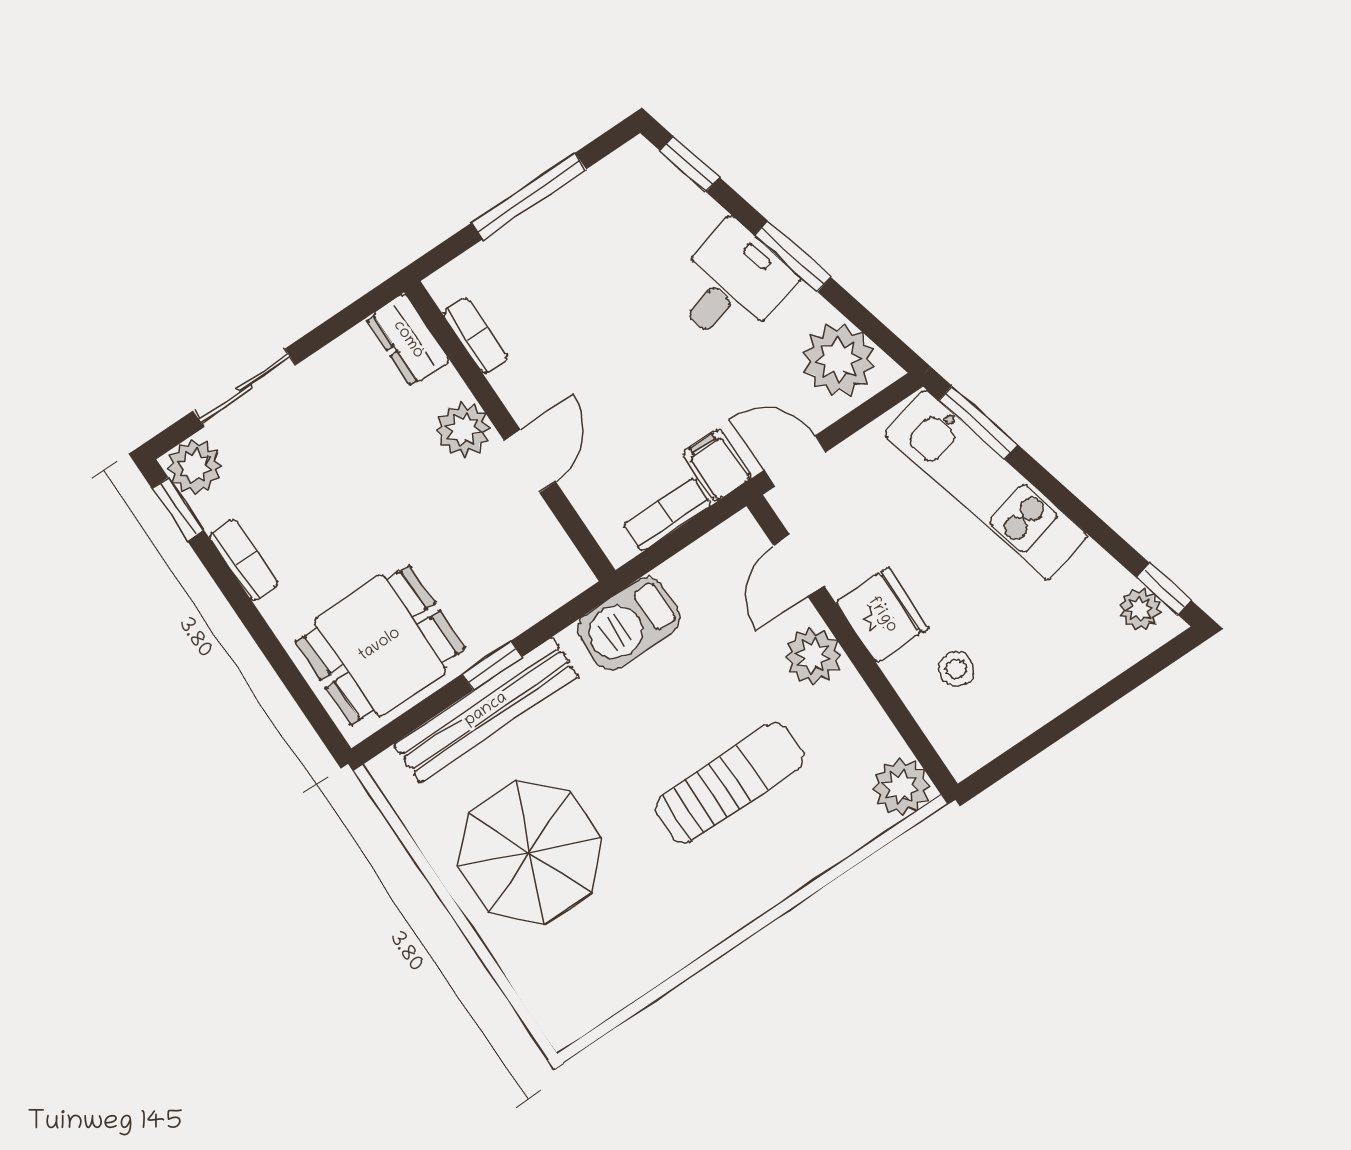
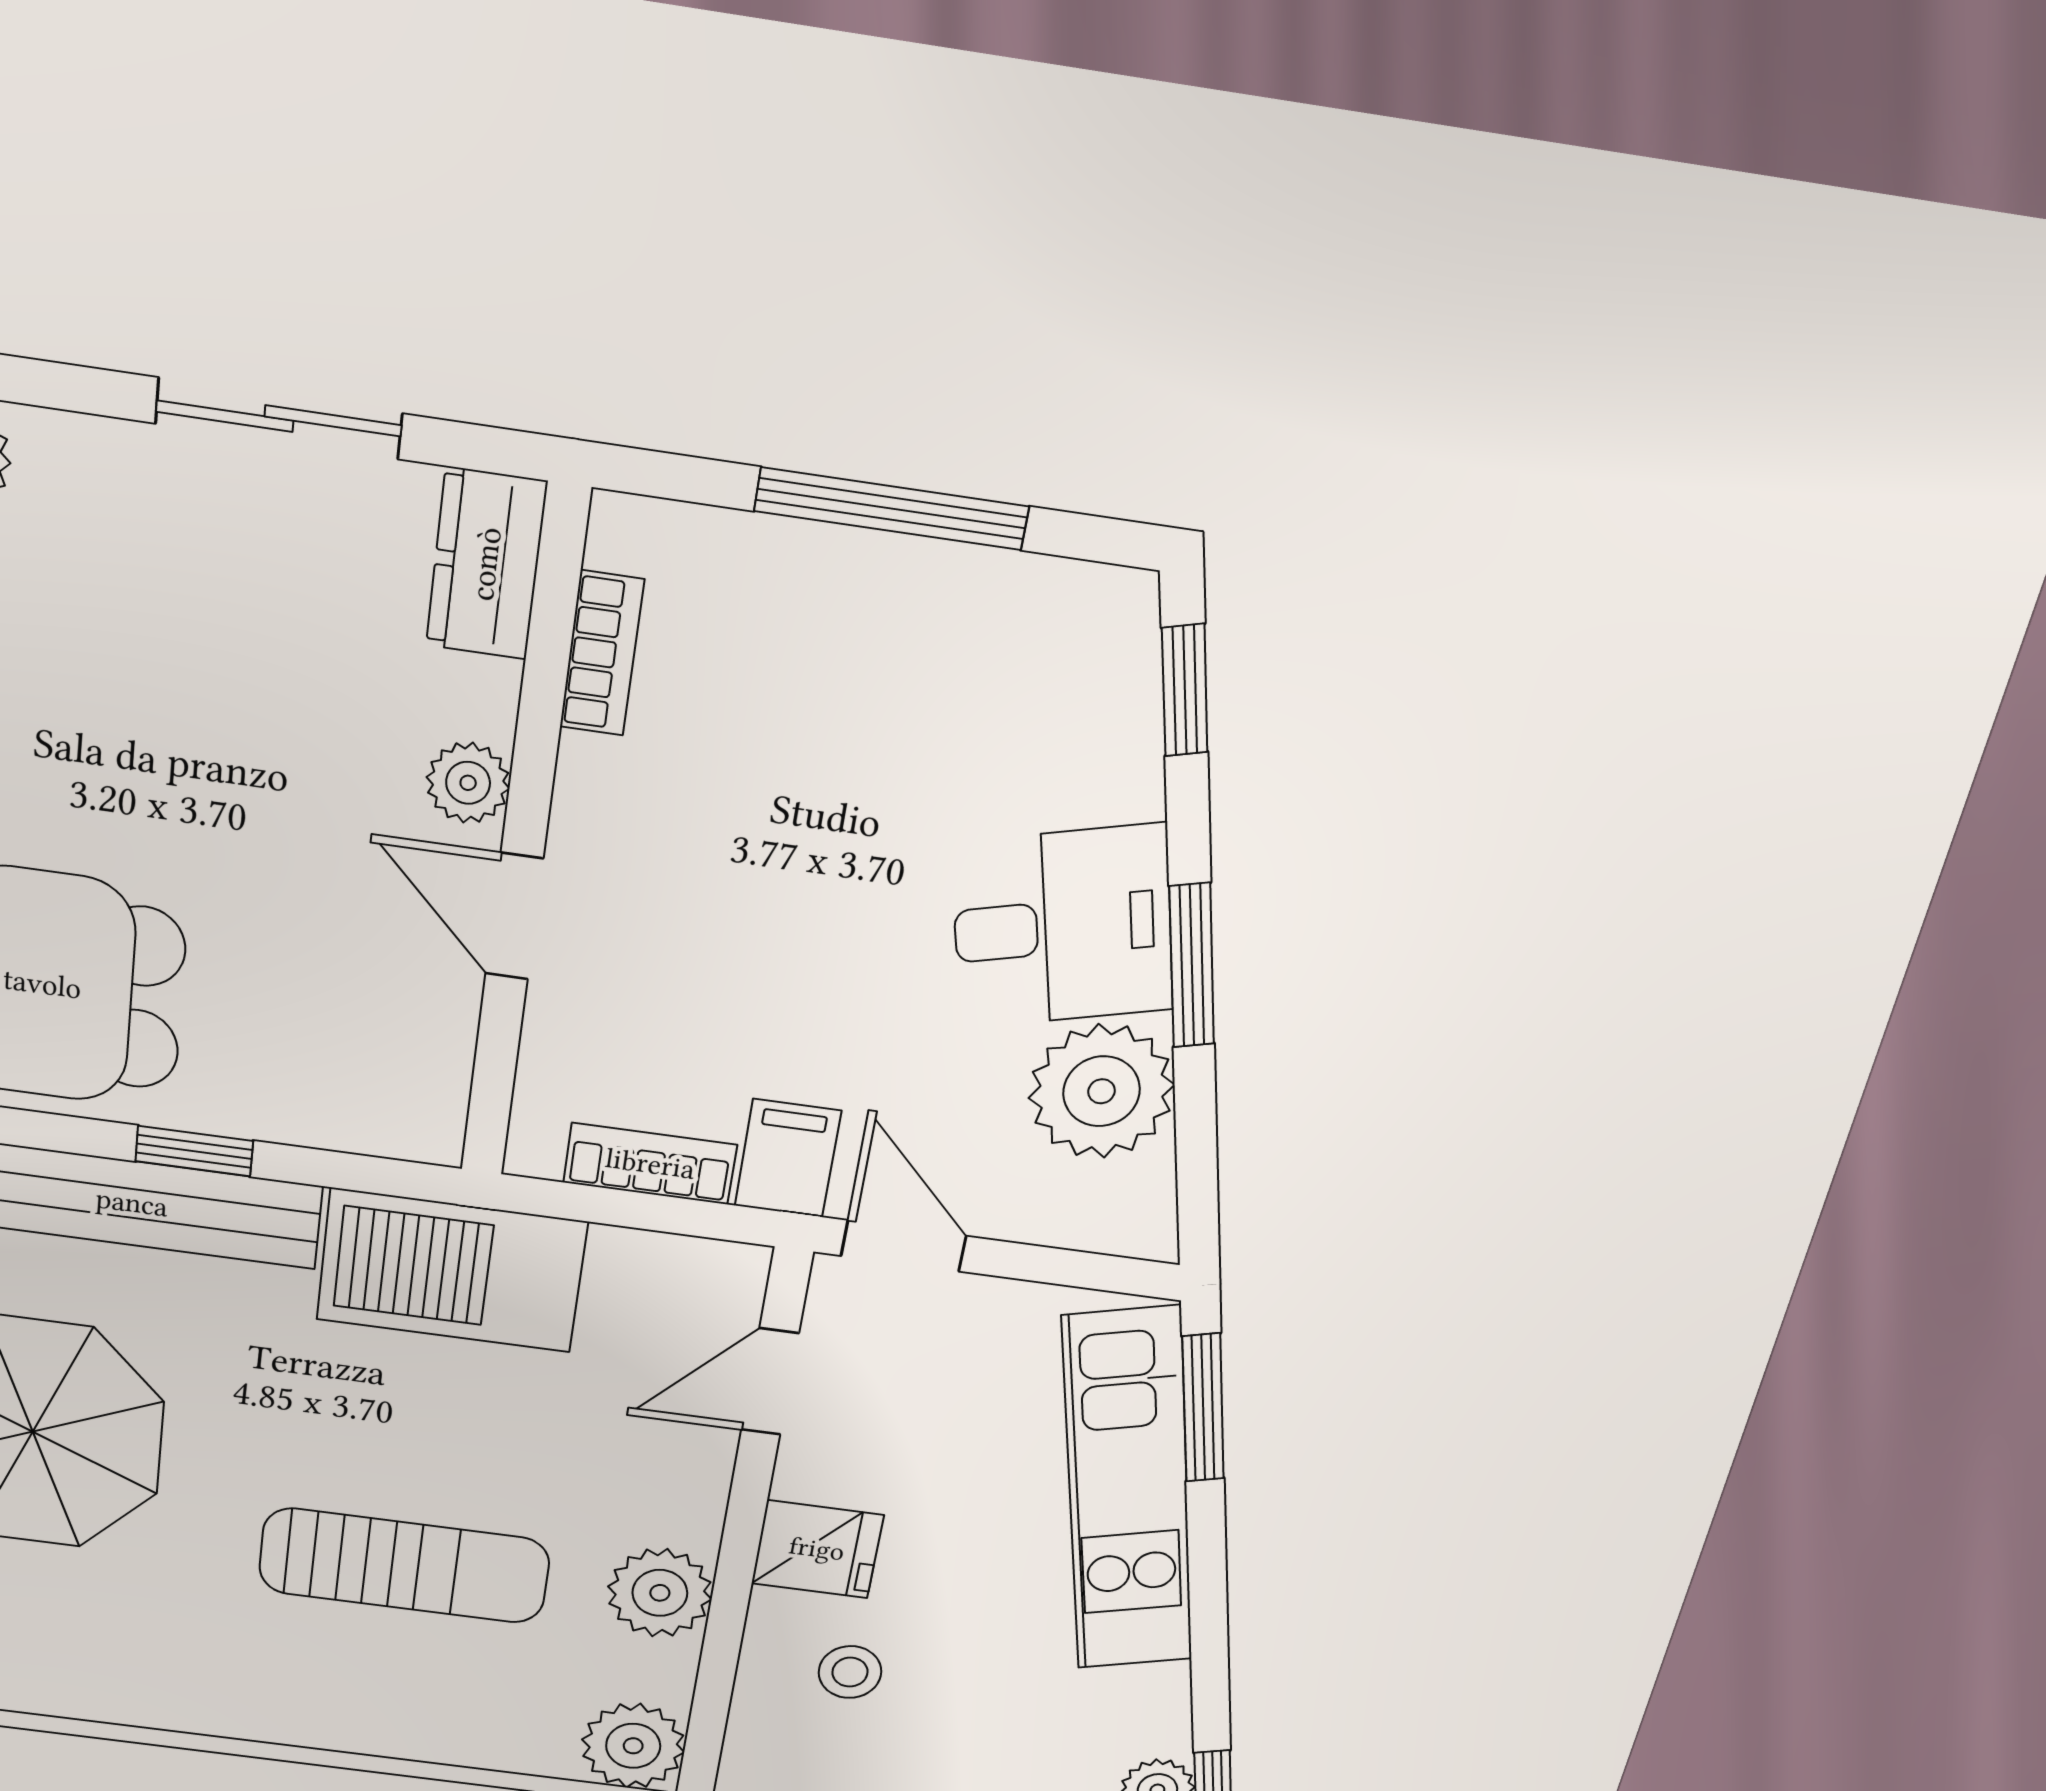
plant: (839, 360) -> (1102, 1091), moved
sliding door: (244, 388) -> (279, 418), moved
plant: (463, 429) -> (468, 783), width x0.73, depth x0.73
door: (530, 461) -> (514, 916), swing flipped
fridge: (882, 615) -> (817, 1549), width x0.72
barbecue: (629, 623) -> (452, 1271), width x1.37, depth x1.21
plant: (813, 656) -> (660, 1593), moved

